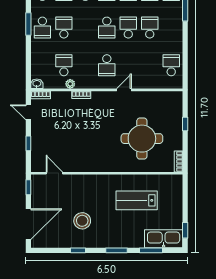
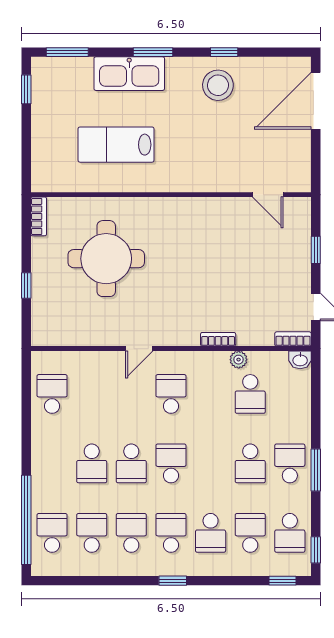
school desk: (171, 65) -> (52, 394), turned 180
window: (28, 187) -> (316, 169), removed
lab bench: (137, 200) -> (116, 145), turned 180
stool: (82, 221) -> (218, 85), moved
kitchen sink: (164, 239) -> (129, 74), moved
window: (151, 250) -> (67, 52), moved

